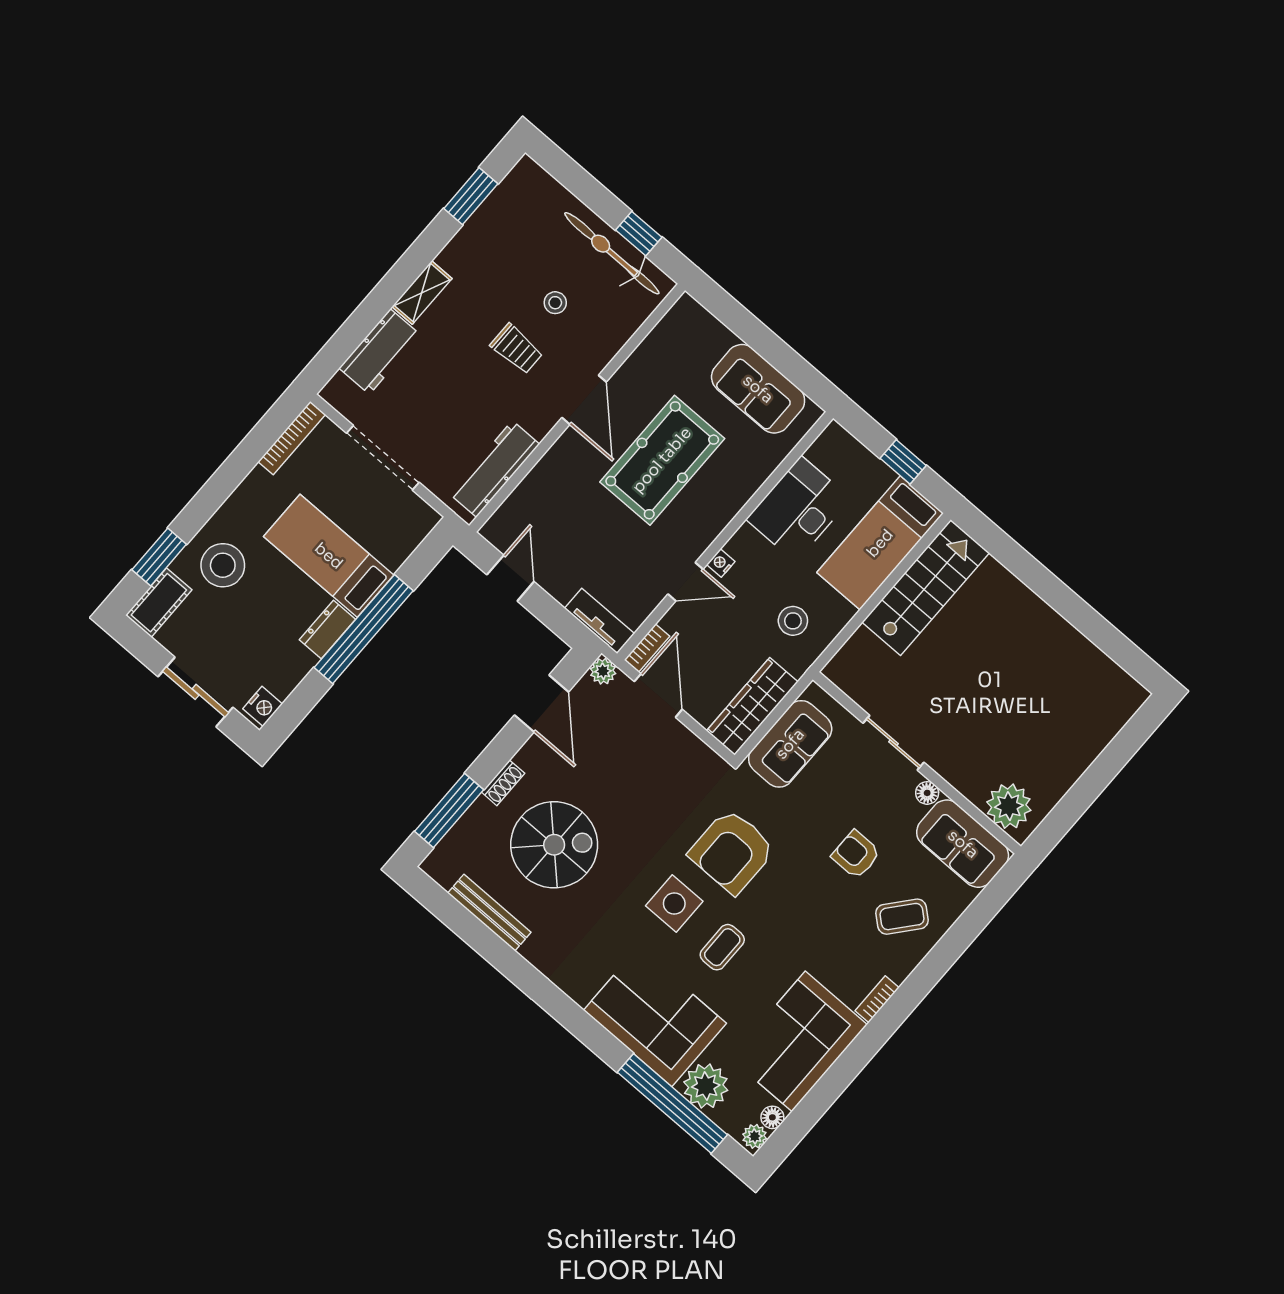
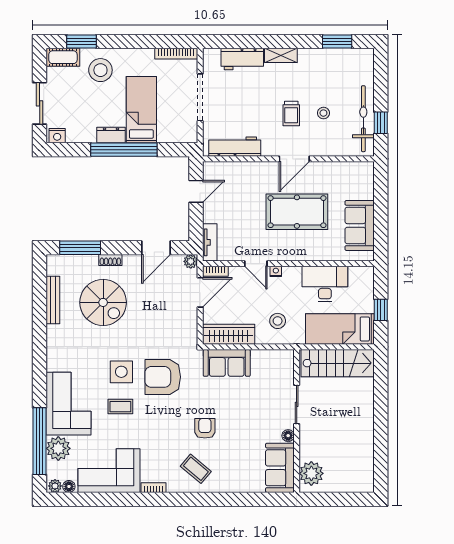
sliding door: (894, 743) -> (297, 404), moved
wall: (917, 763) -> (297, 421), moved
floor lamp: (927, 793) -> (288, 436), moved
plant: (1009, 806) -> (311, 473), moved
sofa: (963, 844) -> (280, 468), moved

